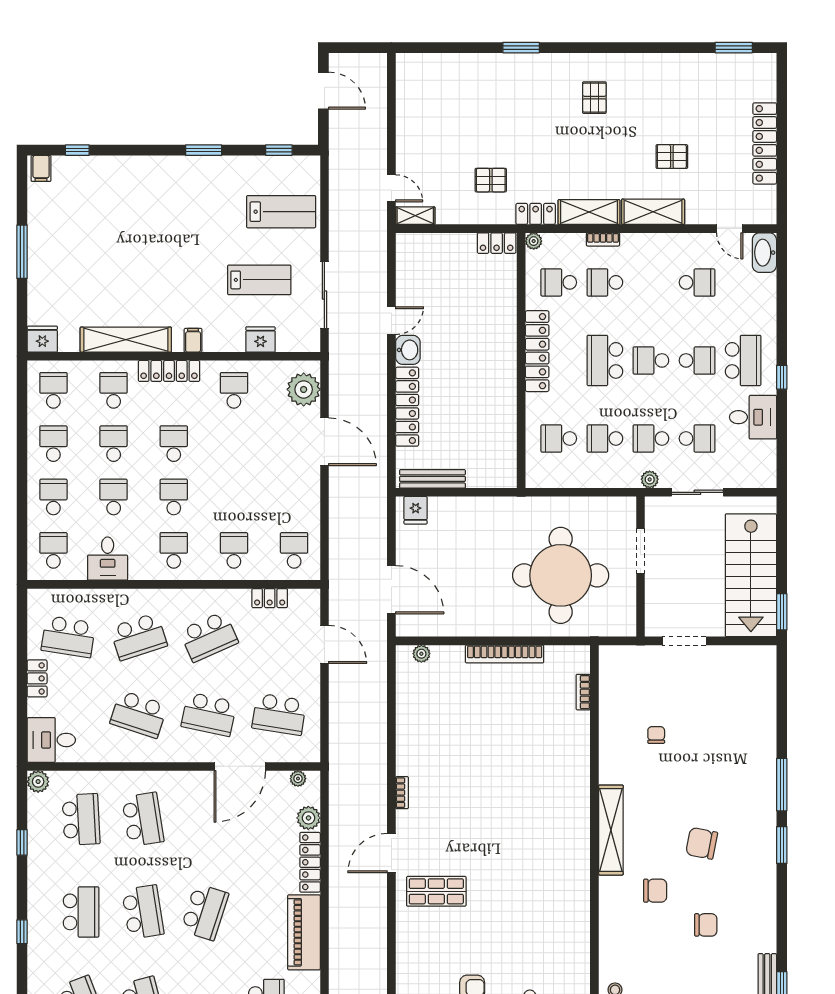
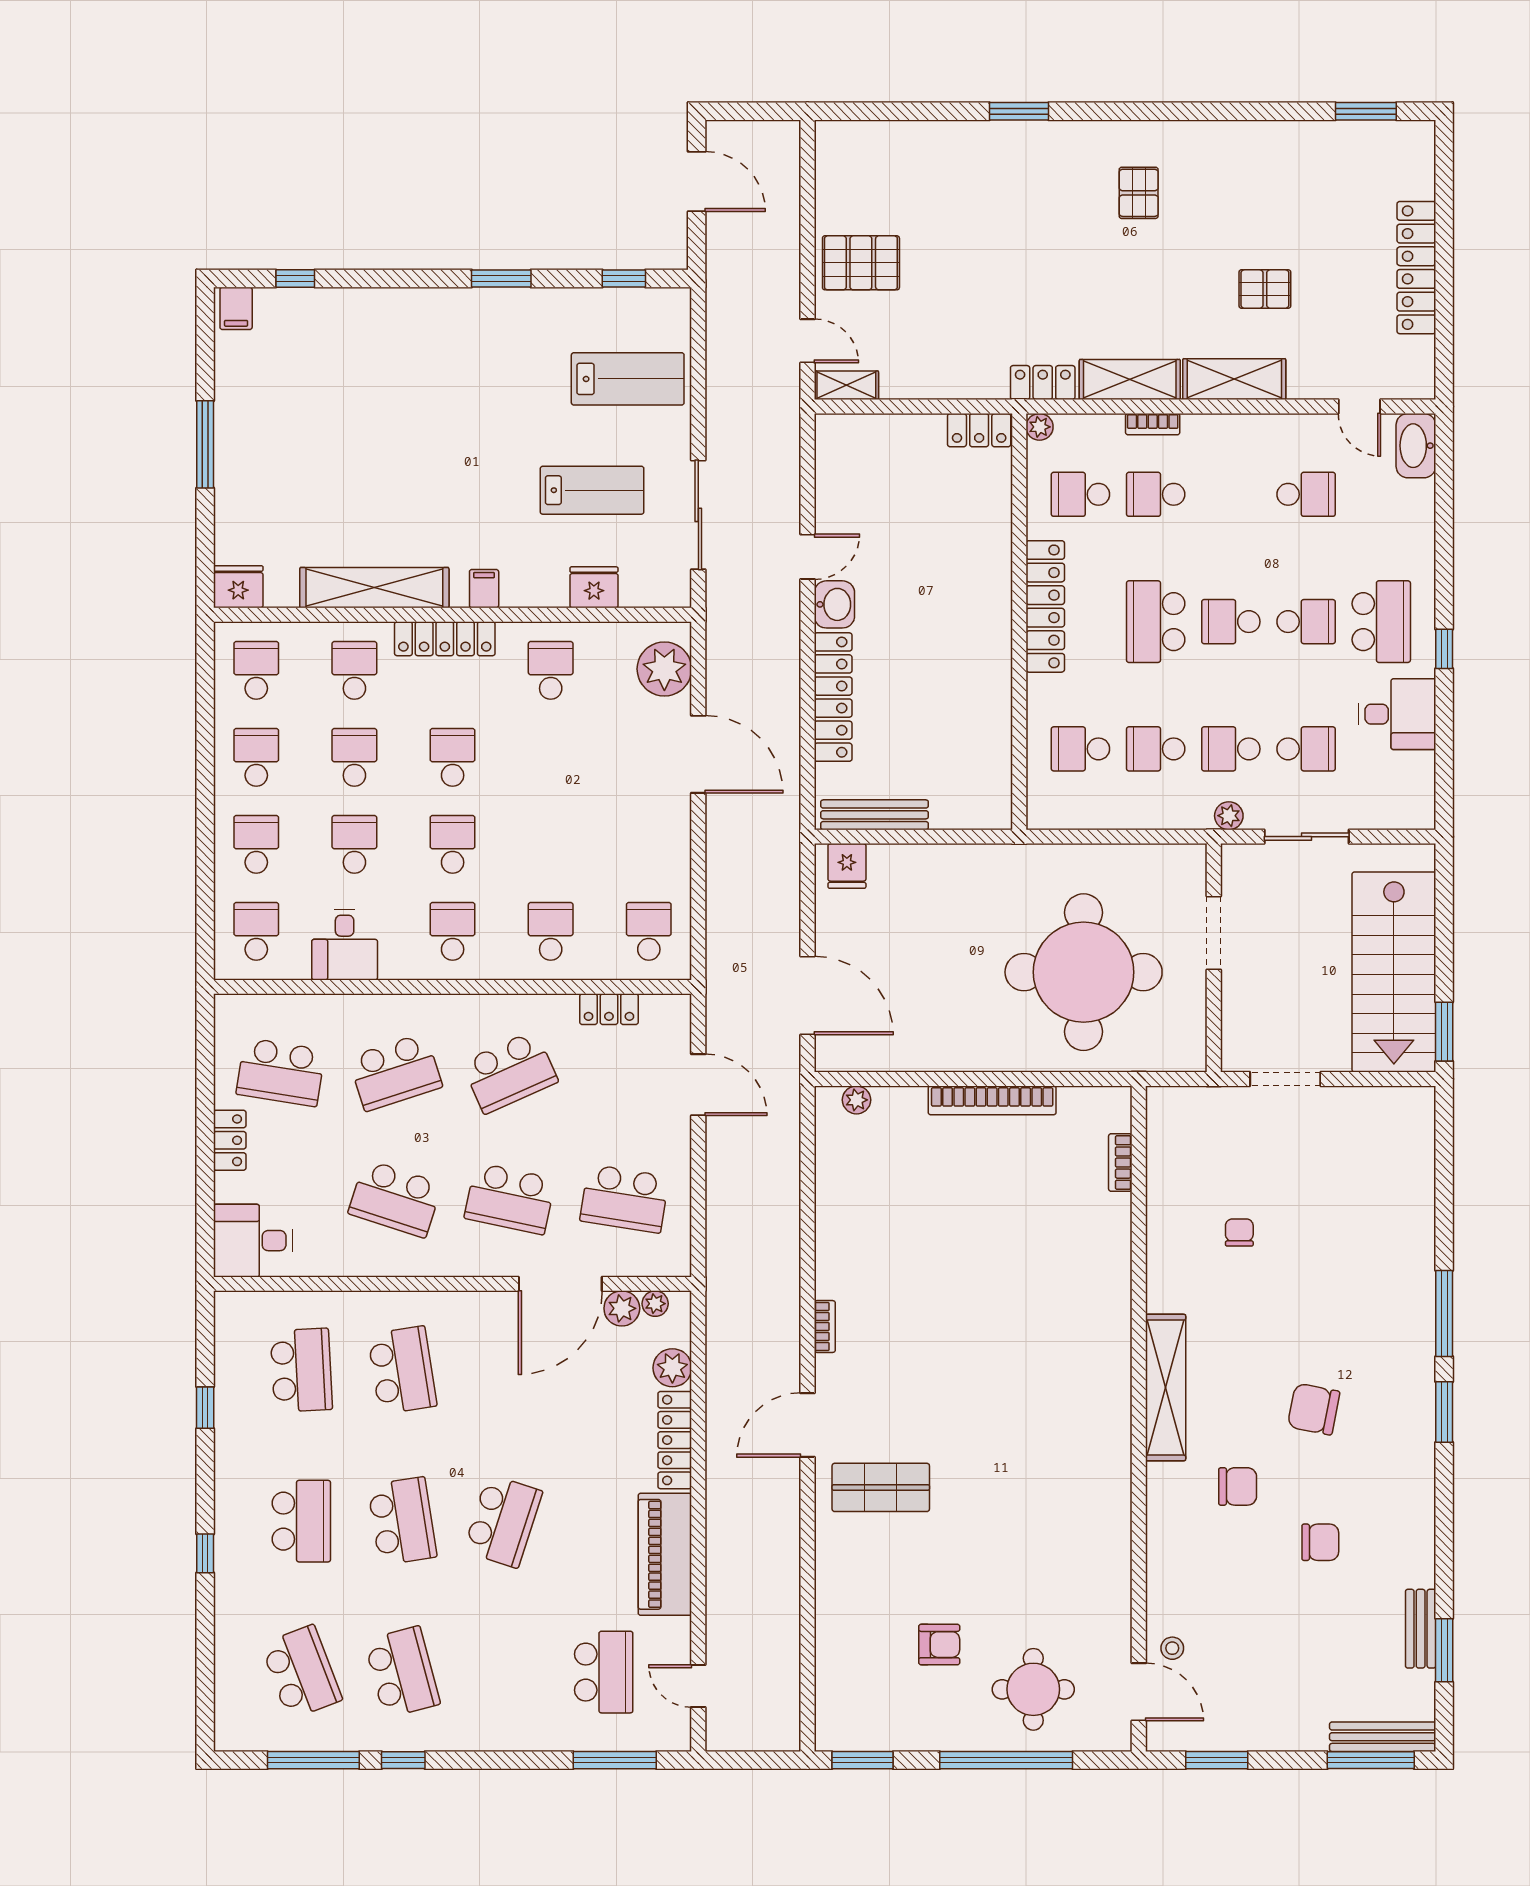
pallet: (491, 180) -> (861, 263), moved, width x1.50, depth x1.42
plant: (38, 782) -> (622, 1308), moved

